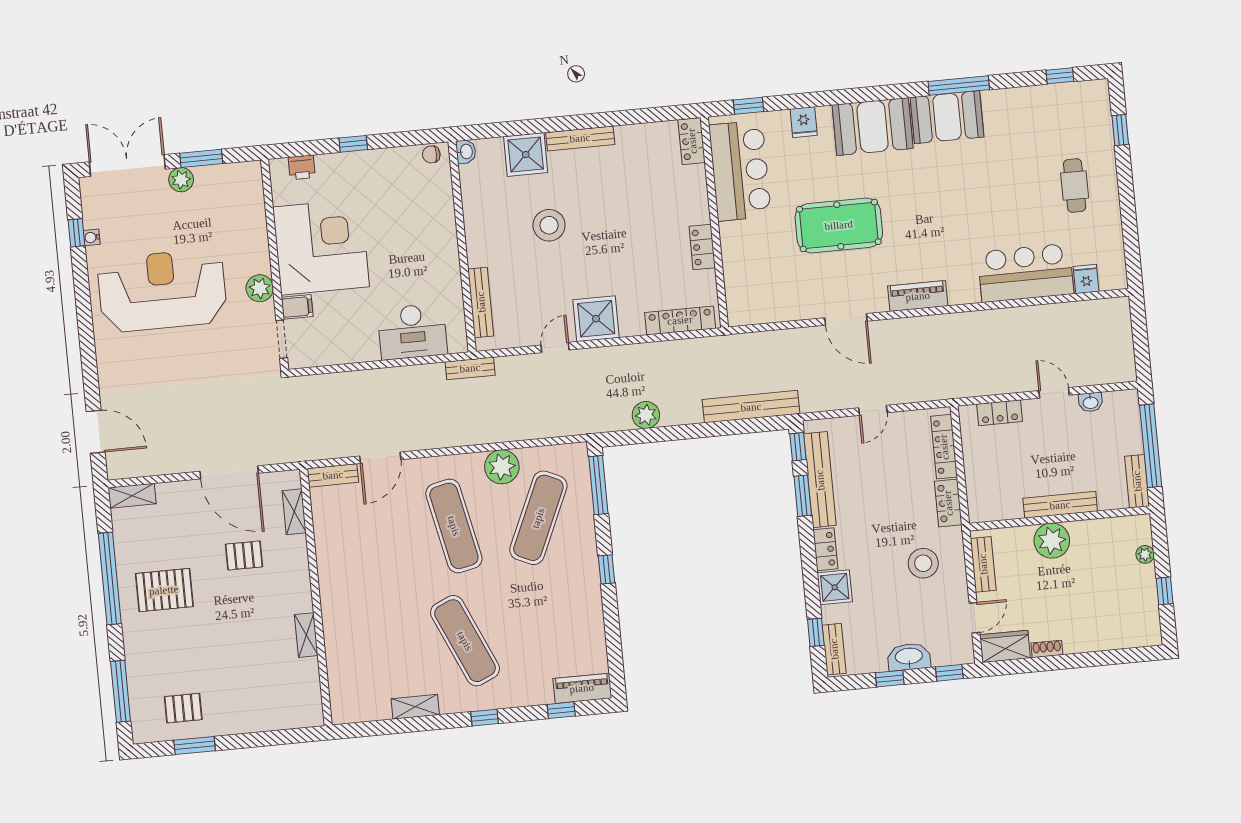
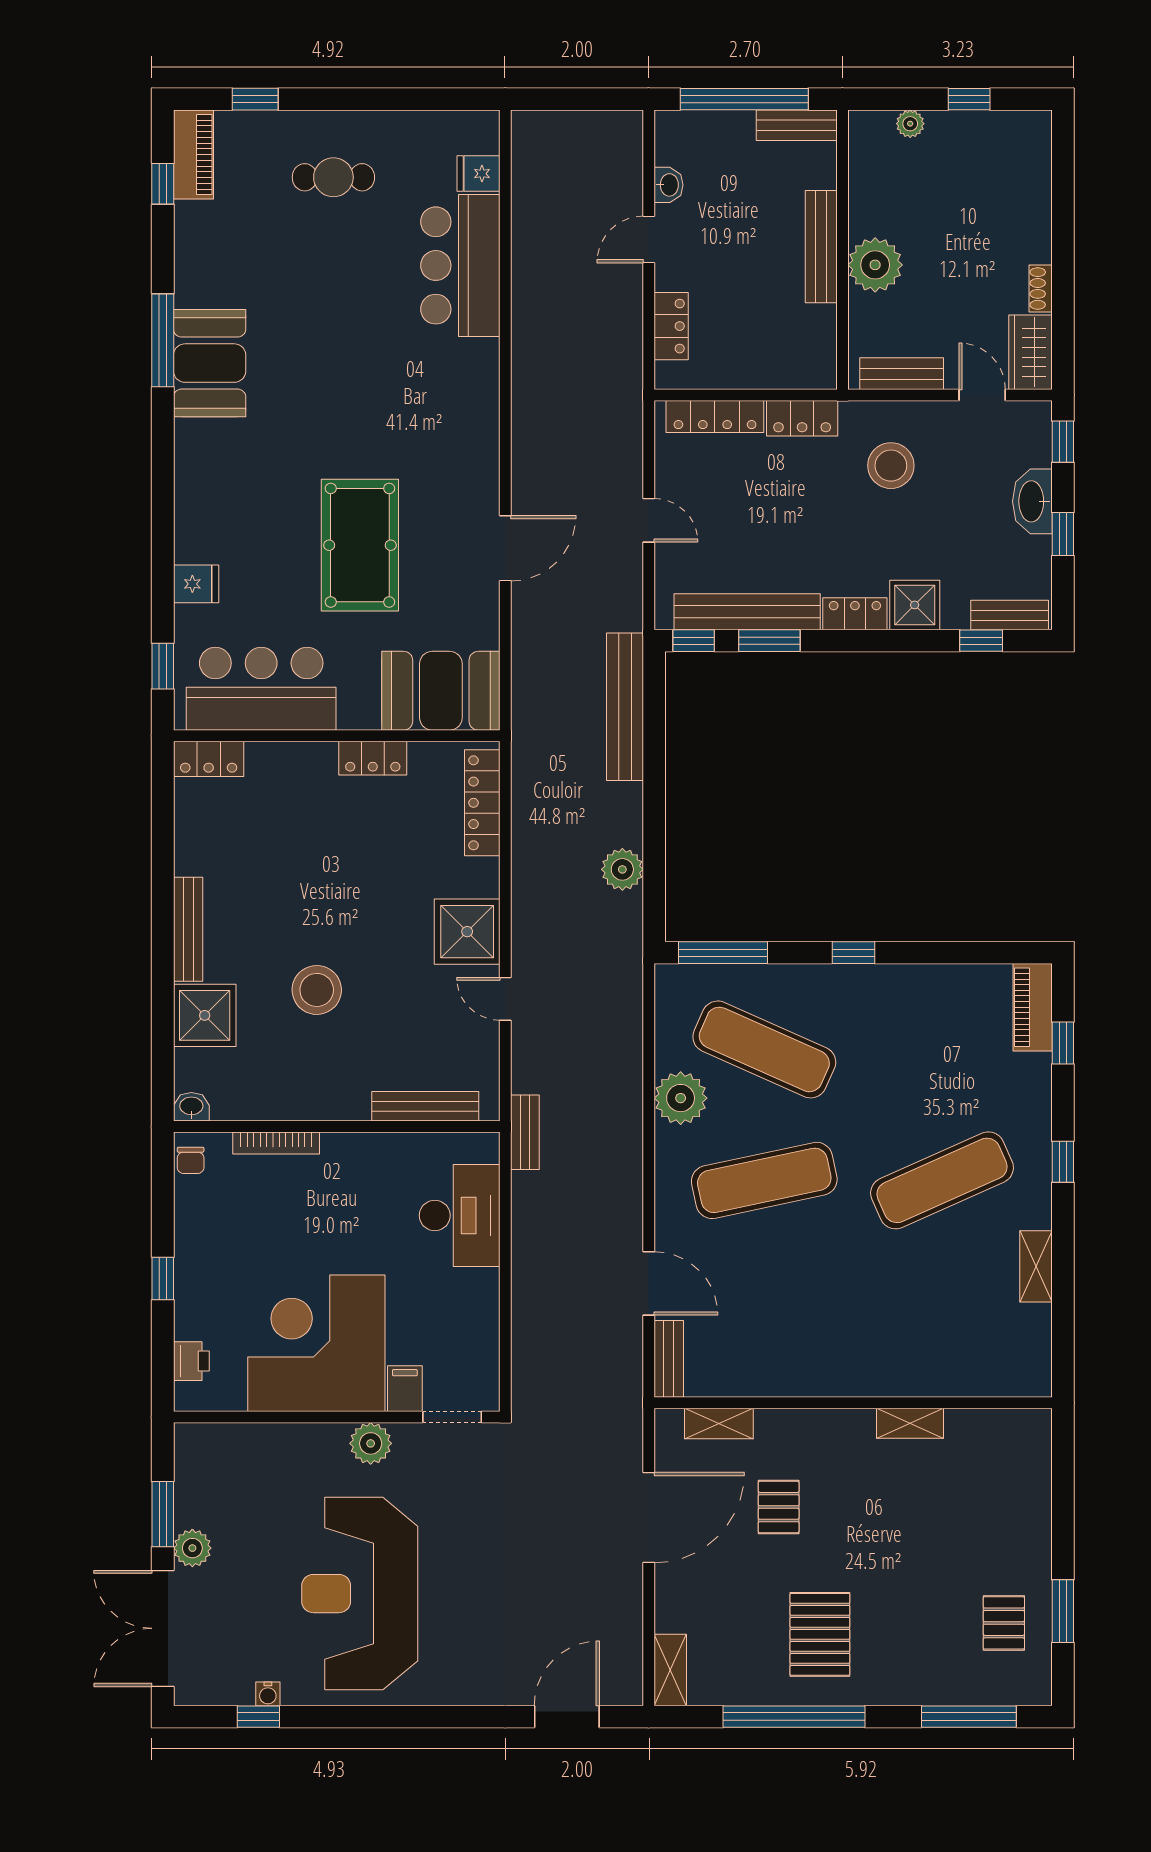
booth: (873, 127) -> (441, 691), moved, turned 90
bookcase: (448, 208) -> (276, 1143), added
piano: (918, 296) -> (193, 155), moved, turned 180

